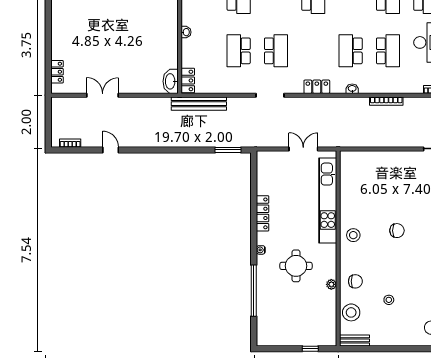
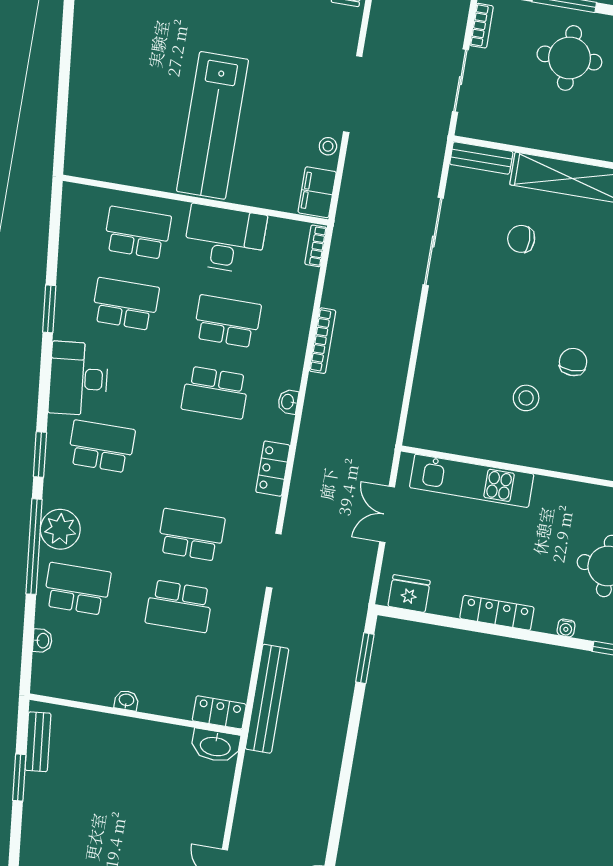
fridge: (265, 167) -> (409, 594), added
kitchen unit: (328, 200) -> (472, 481), width x0.73
stool: (353, 235) -> (526, 398), moved

